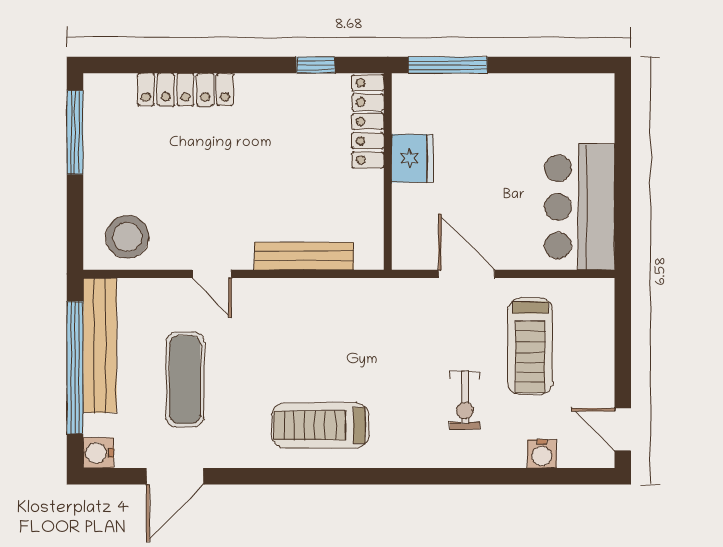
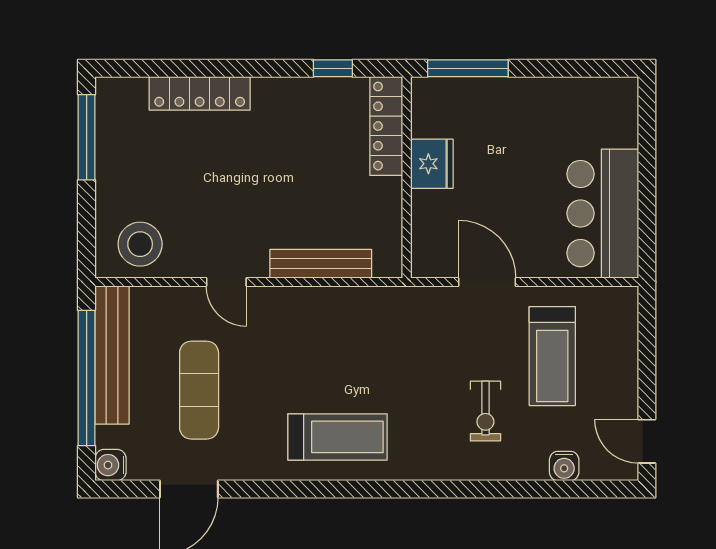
treadmill: (320, 425) -> (337, 437), turned 180

